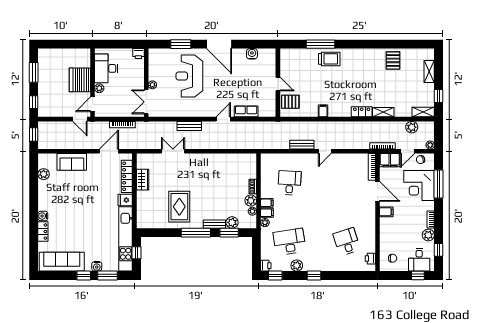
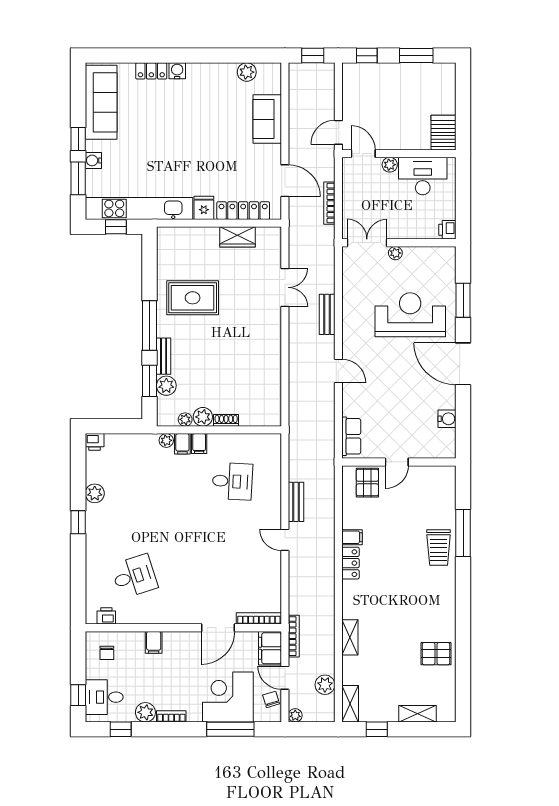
door: (219, 44) -> (463, 364), hinge flipped
server rack: (80, 80) -> (444, 133), moved, width x0.62
row of seats: (246, 111) -> (351, 436), moved
locker: (362, 112) -> (350, 563), moved
filing cabinet: (386, 212) -> (154, 642), moved
desk: (289, 242) -> (134, 481), removed
window: (275, 275) -> (78, 458), removed

